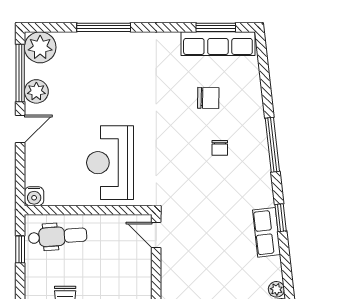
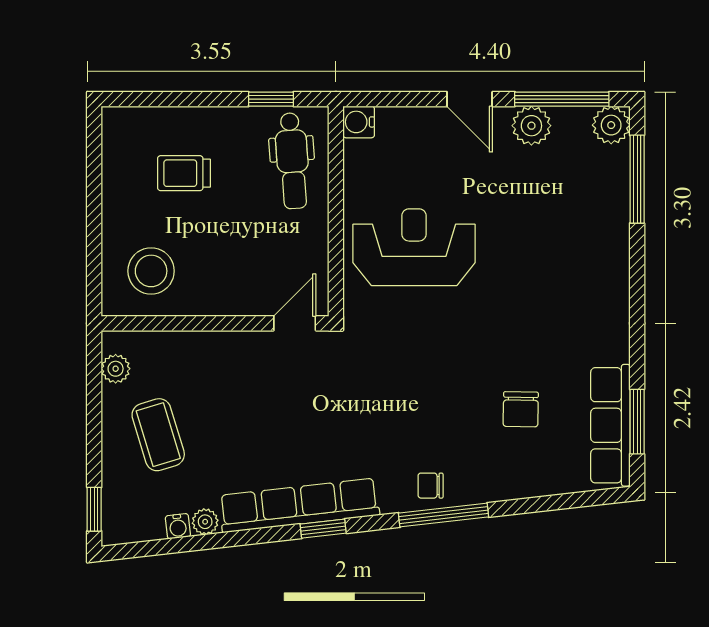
window: (104, 27) -> (637, 179), moved
plant: (40, 47) -> (611, 125), width x0.73, depth x0.73
chair: (220, 148) -> (431, 486), moved
row of seats: (267, 232) -> (299, 505), width x2.02

